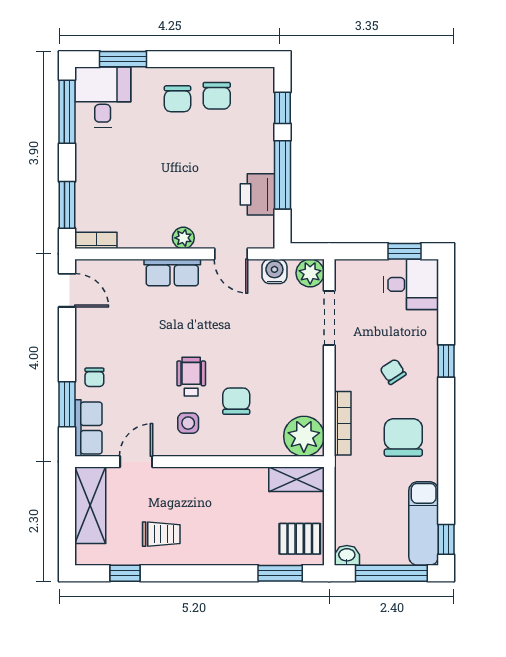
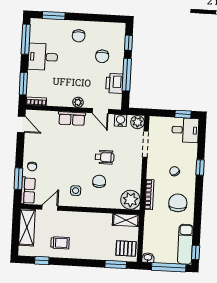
chair: (217, 96) -> (102, 56), moved
desk: (103, 97) -> (43, 57), moved, turned -90
wheelchair: (191, 377) -> (104, 157), moved, turned 90

